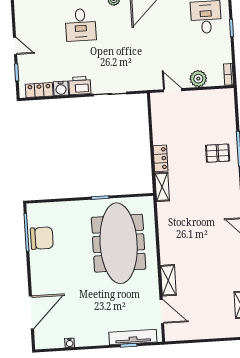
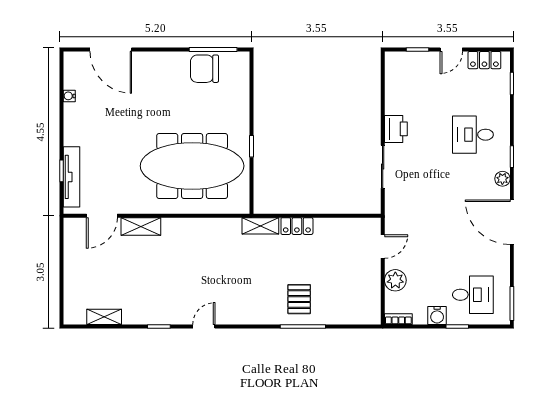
water cooler: (61, 88) -> (437, 316), moved, turned -90
locker: (39, 90) -> (484, 60), moved, turned 90
chair: (42, 238) -> (204, 69), turned 90

